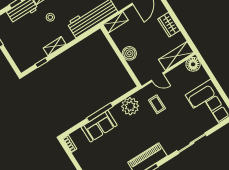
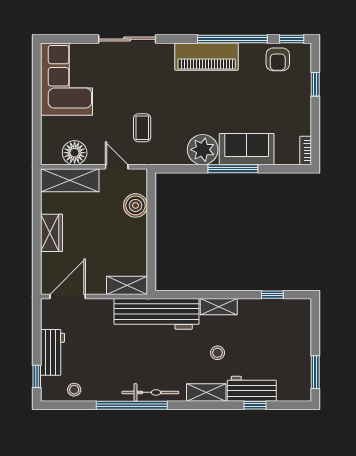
shelving: (55, 46) -> (219, 307), moved
boiler: (129, 53) -> (136, 205), moved
floor lamp: (193, 64) -> (75, 153), moved
plant: (130, 106) -> (203, 150), moved

